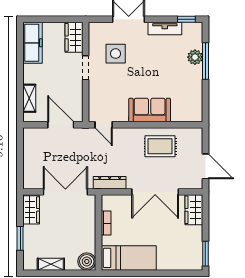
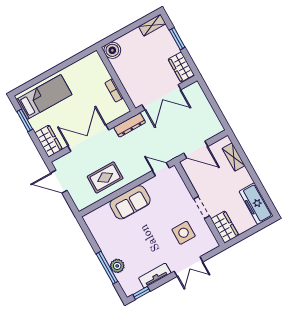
window: (205, 254) -> (25, 120), moved
bed: (129, 258) -> (44, 97), moved, turned 180
shelving: (51, 264) -> (152, 25), moved

